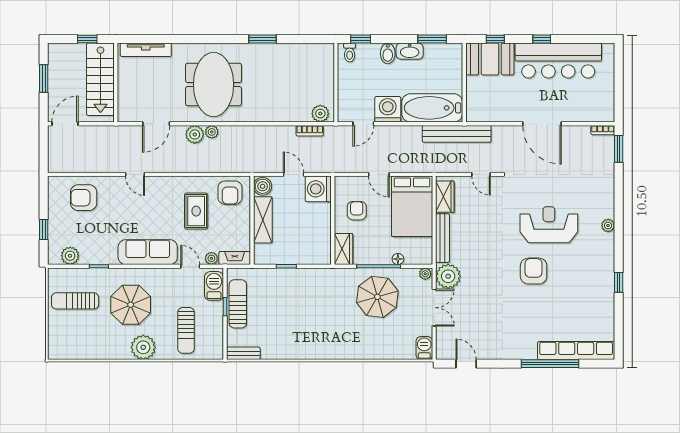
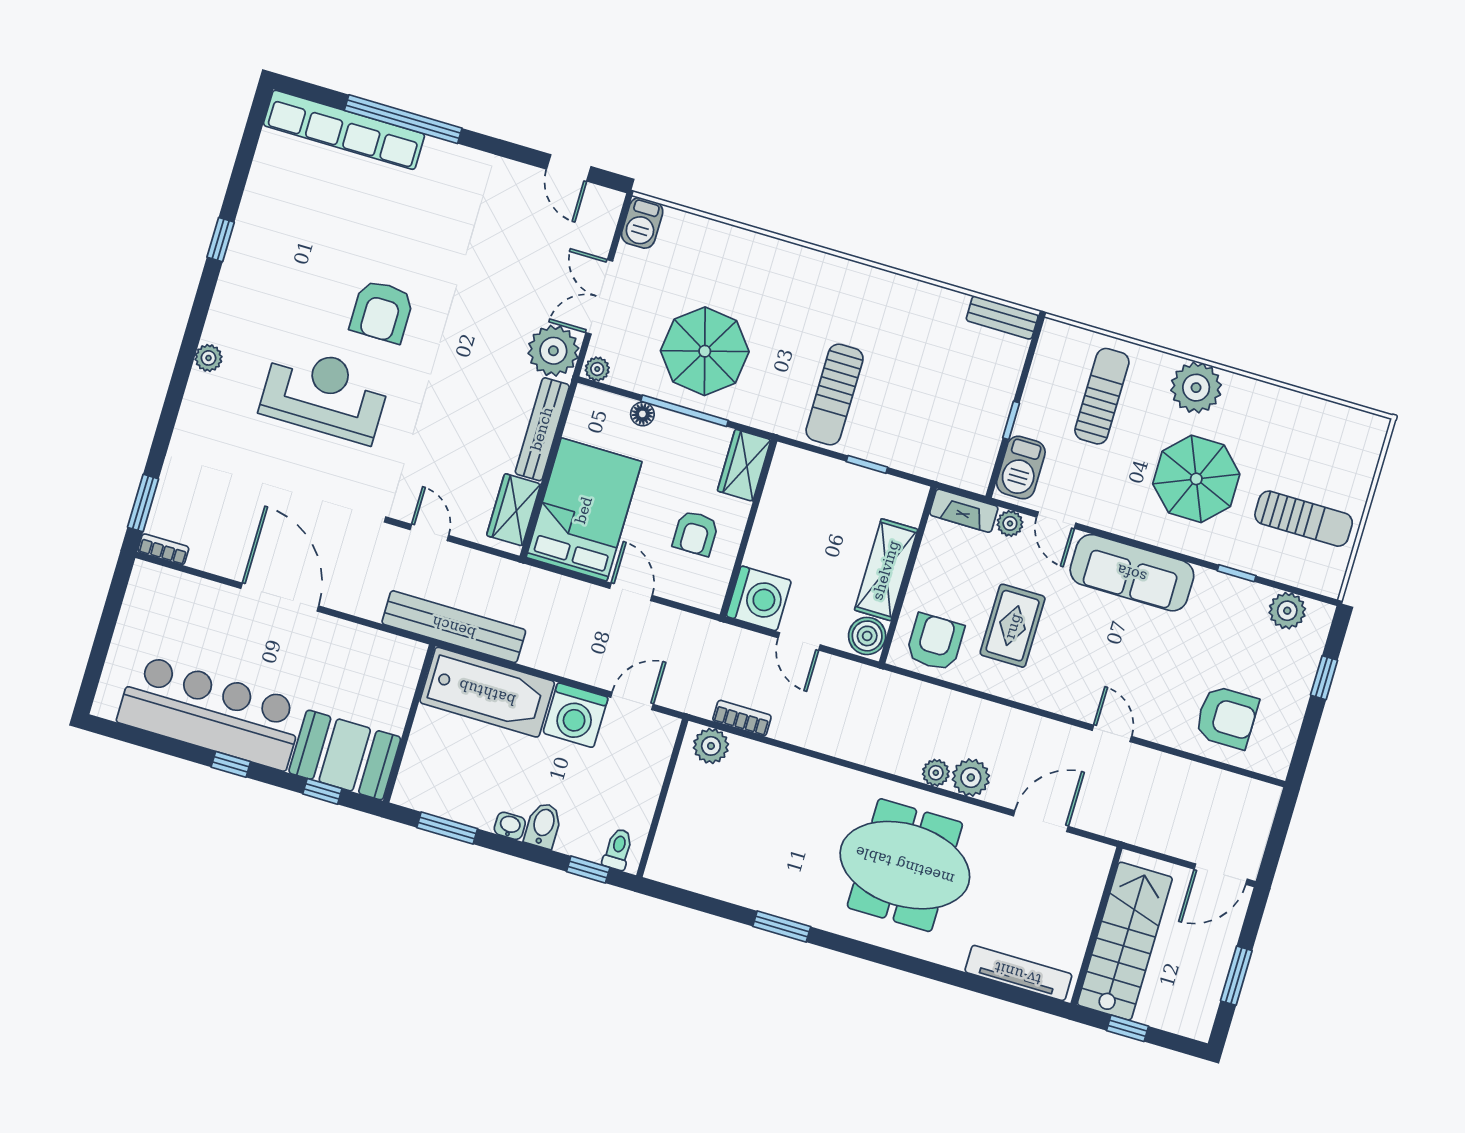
washbasin: (410, 51) -> (510, 826), width x0.52, depth x0.69
meeting table: (214, 85) -> (905, 865), turned 90
reception desk: (549, 225) -> (325, 394), turned 180
sun lounger: (238, 304) -> (835, 394), moved

